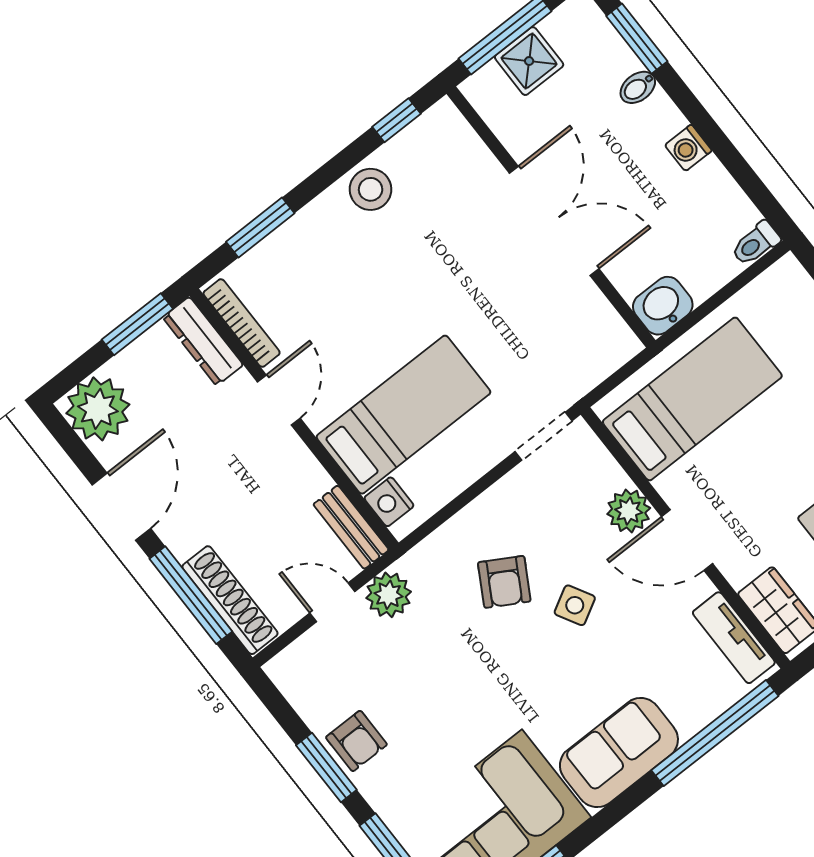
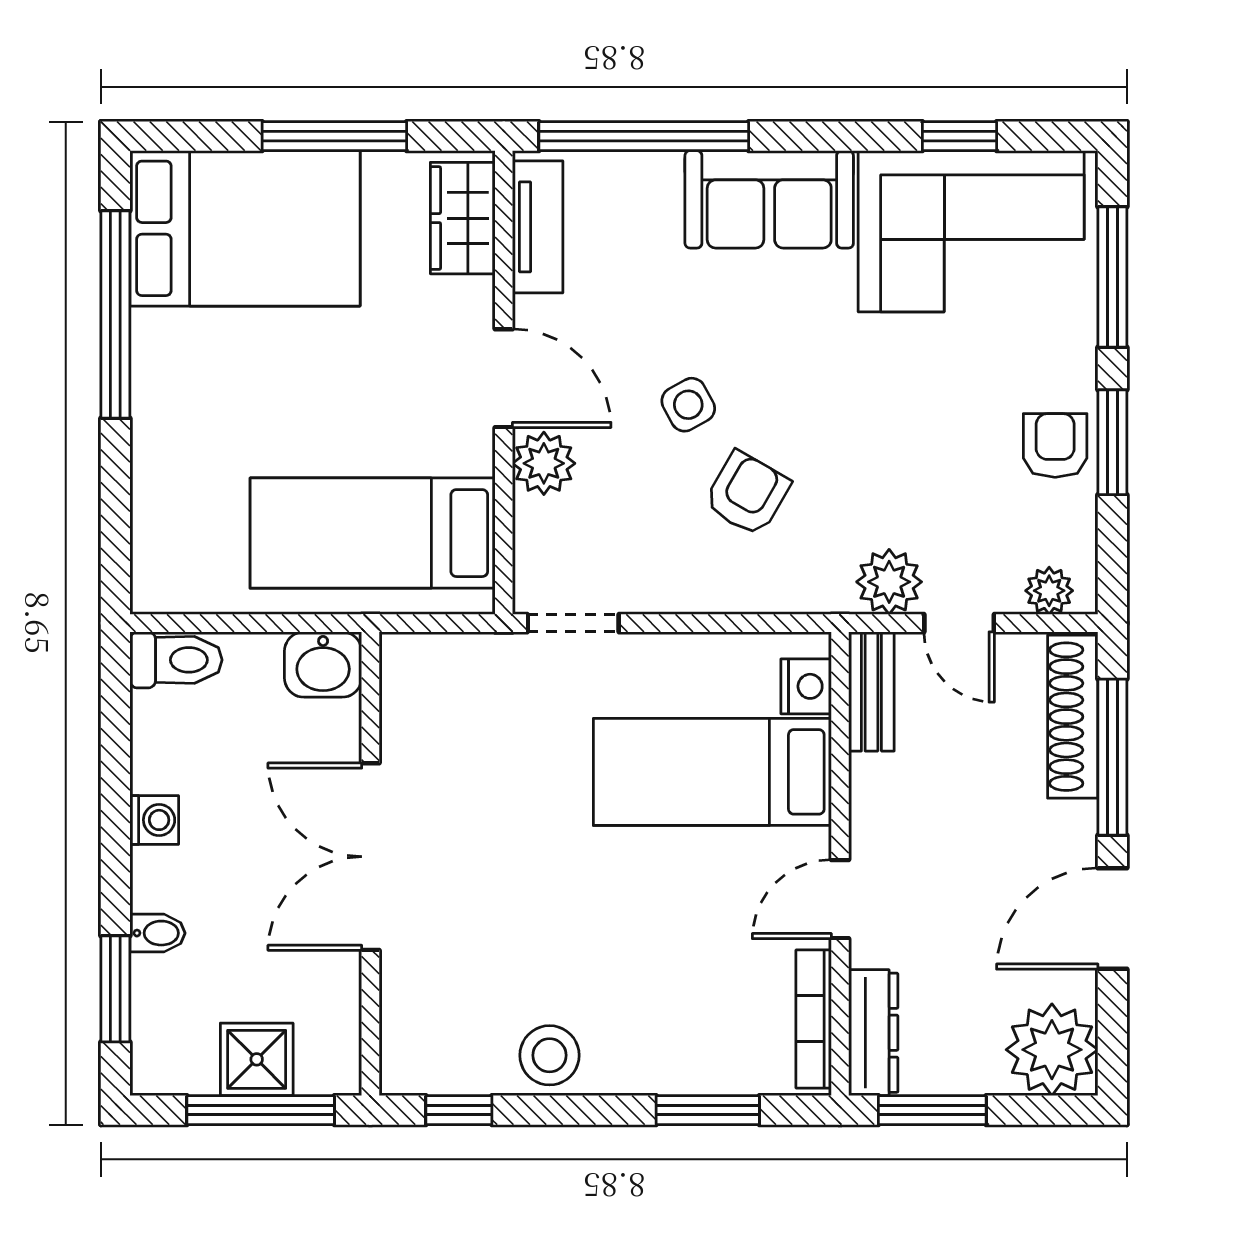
toilet: (756, 243) -> (176, 660), width x1.37, depth x1.39
plant: (297, 659) -> (1049, 591), added

